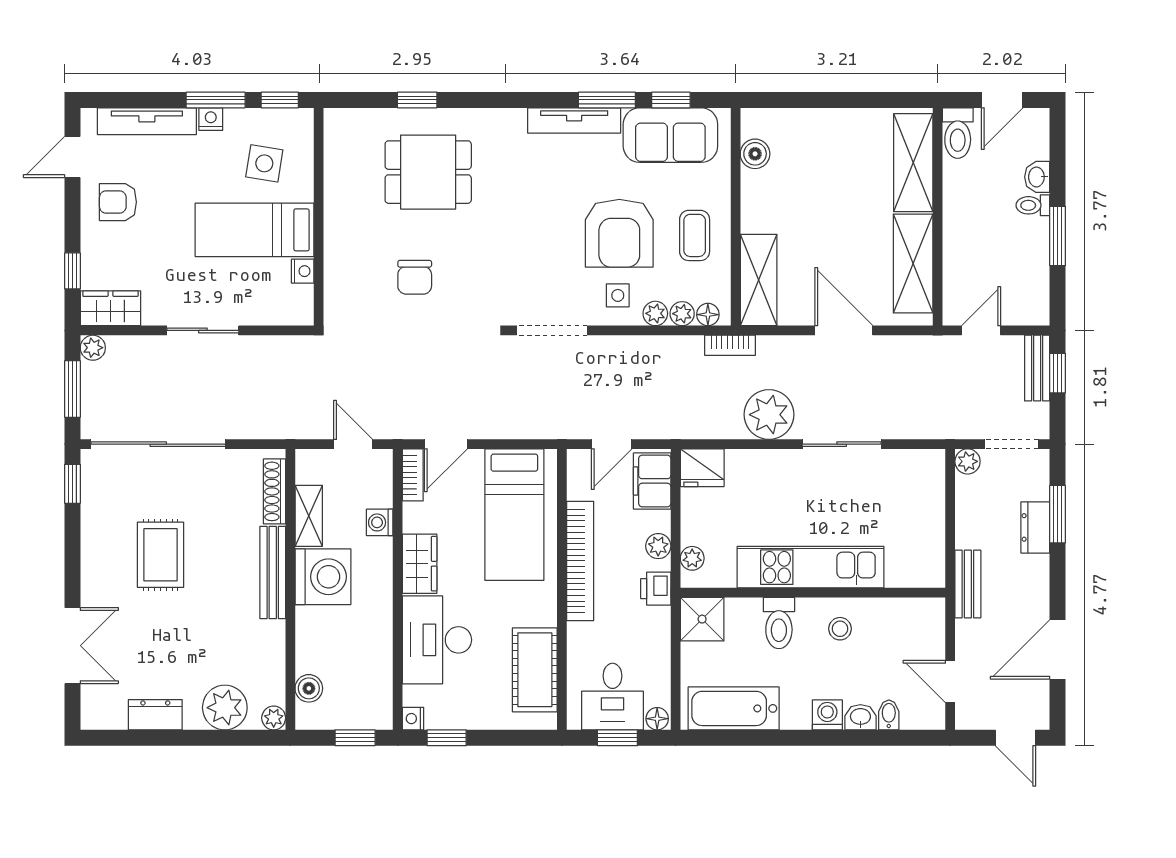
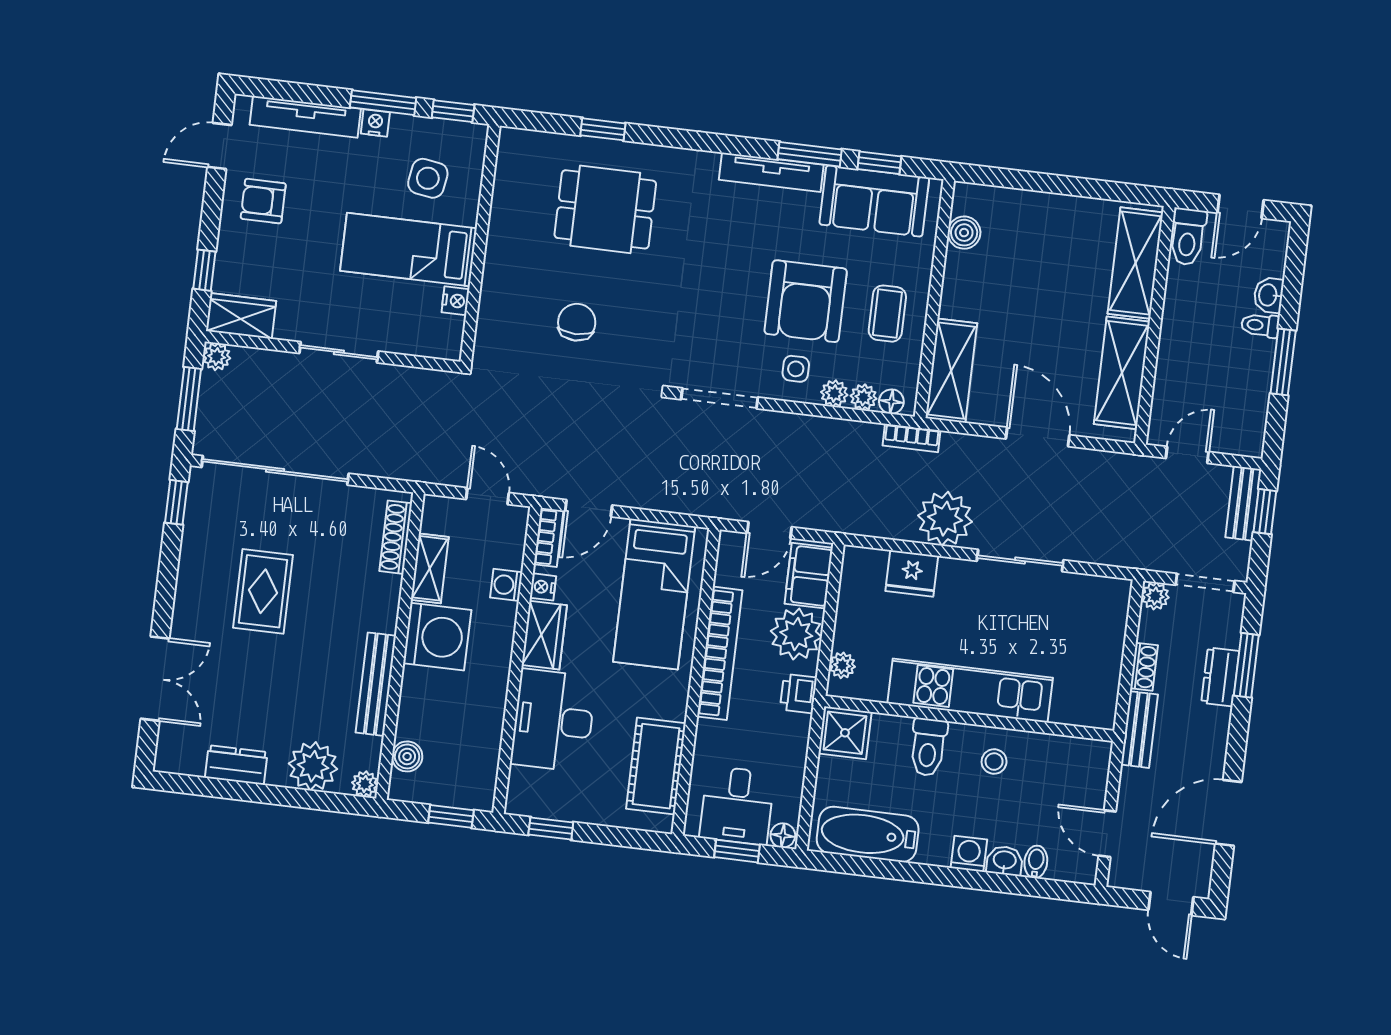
chair: (415, 277) -> (577, 322), turned 180
fridge: (702, 468) -> (912, 573), moved
shoe rack: (965, 527) -> (1144, 667), added
plant: (658, 546) -> (796, 634), width x1.88, depth x1.88
bench: (273, 573) -> (376, 684), moved
nightstand: (413, 719) -> (543, 587), moved

